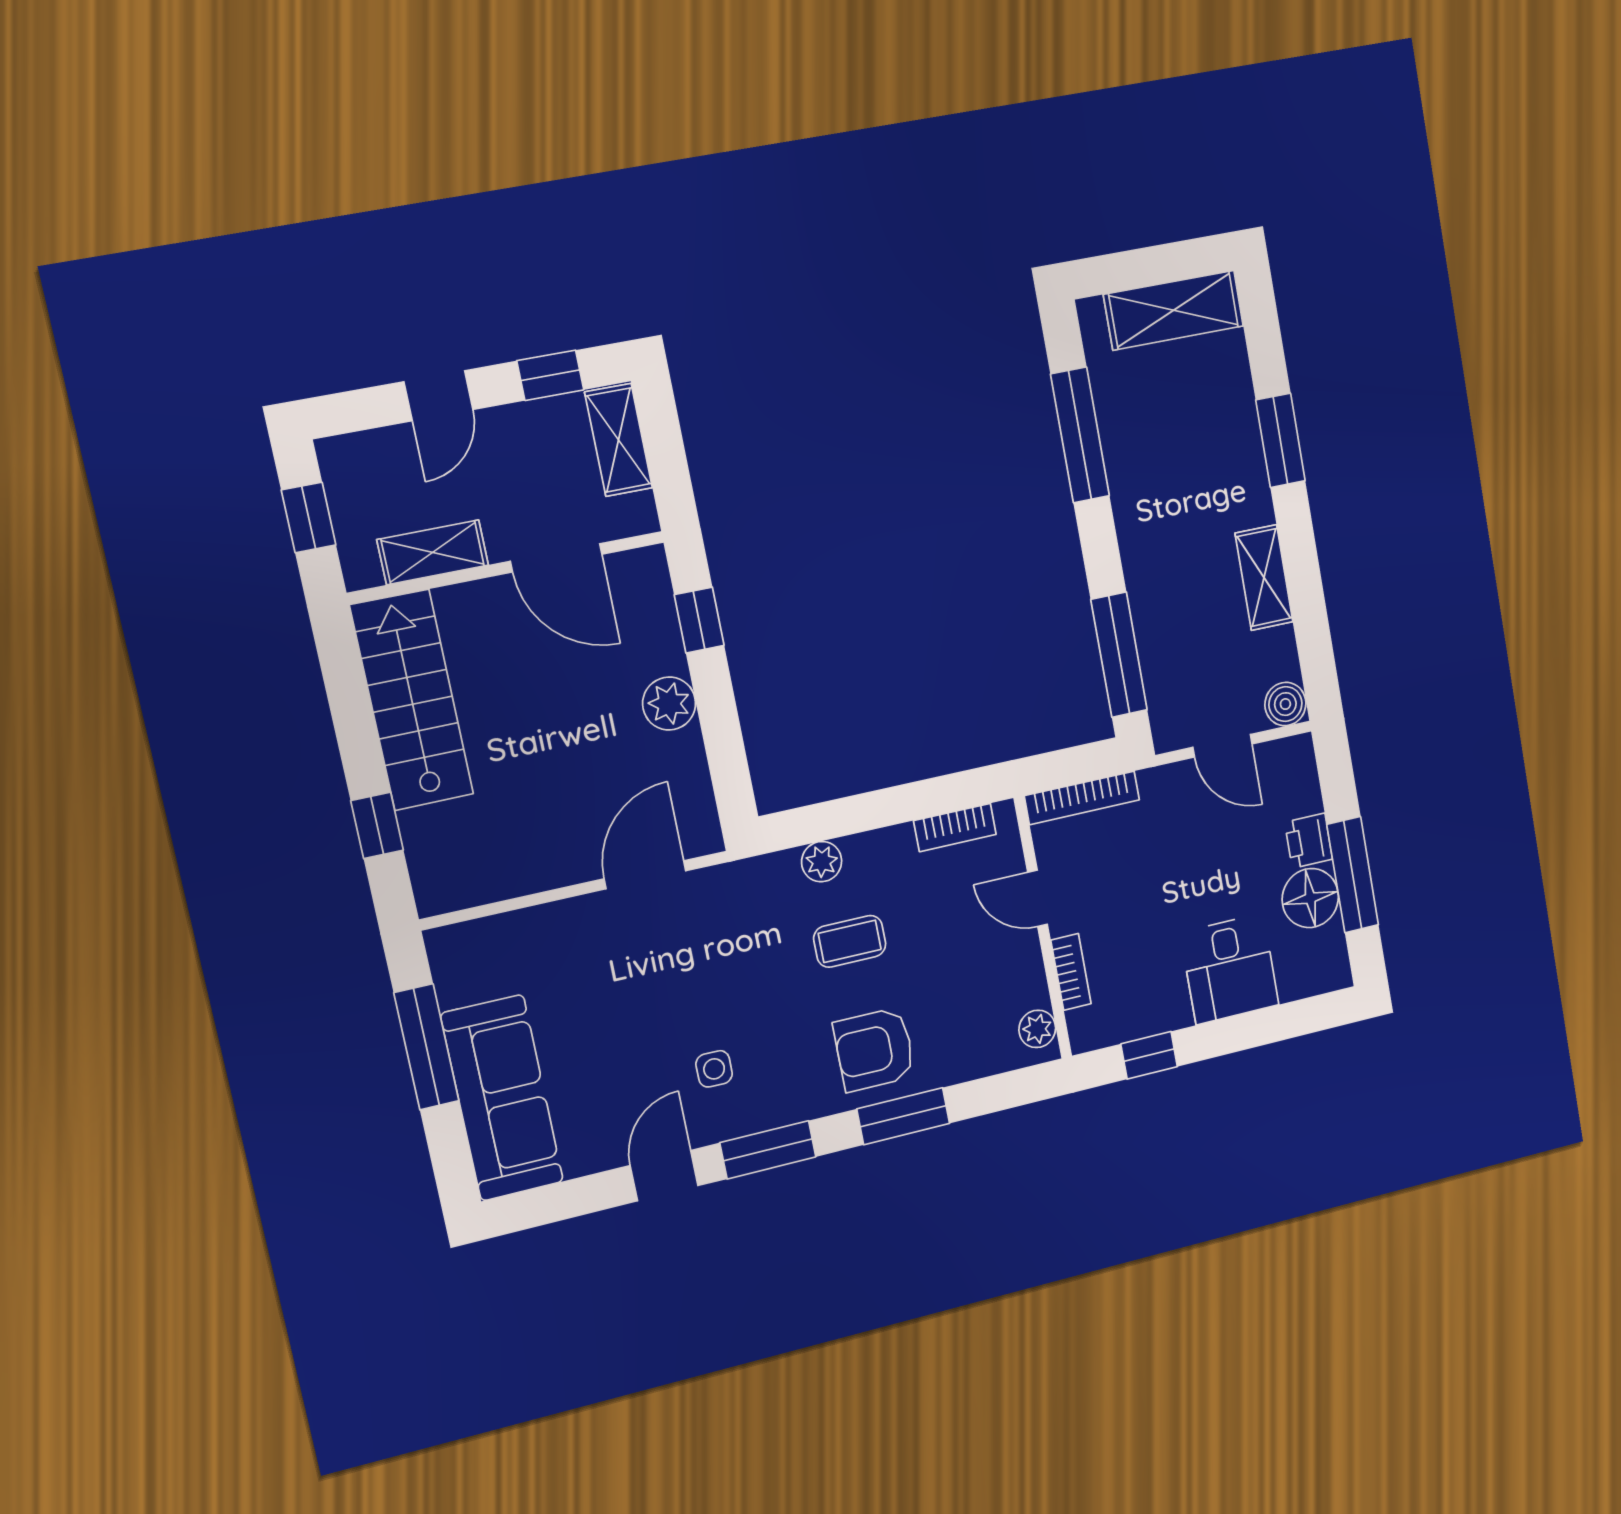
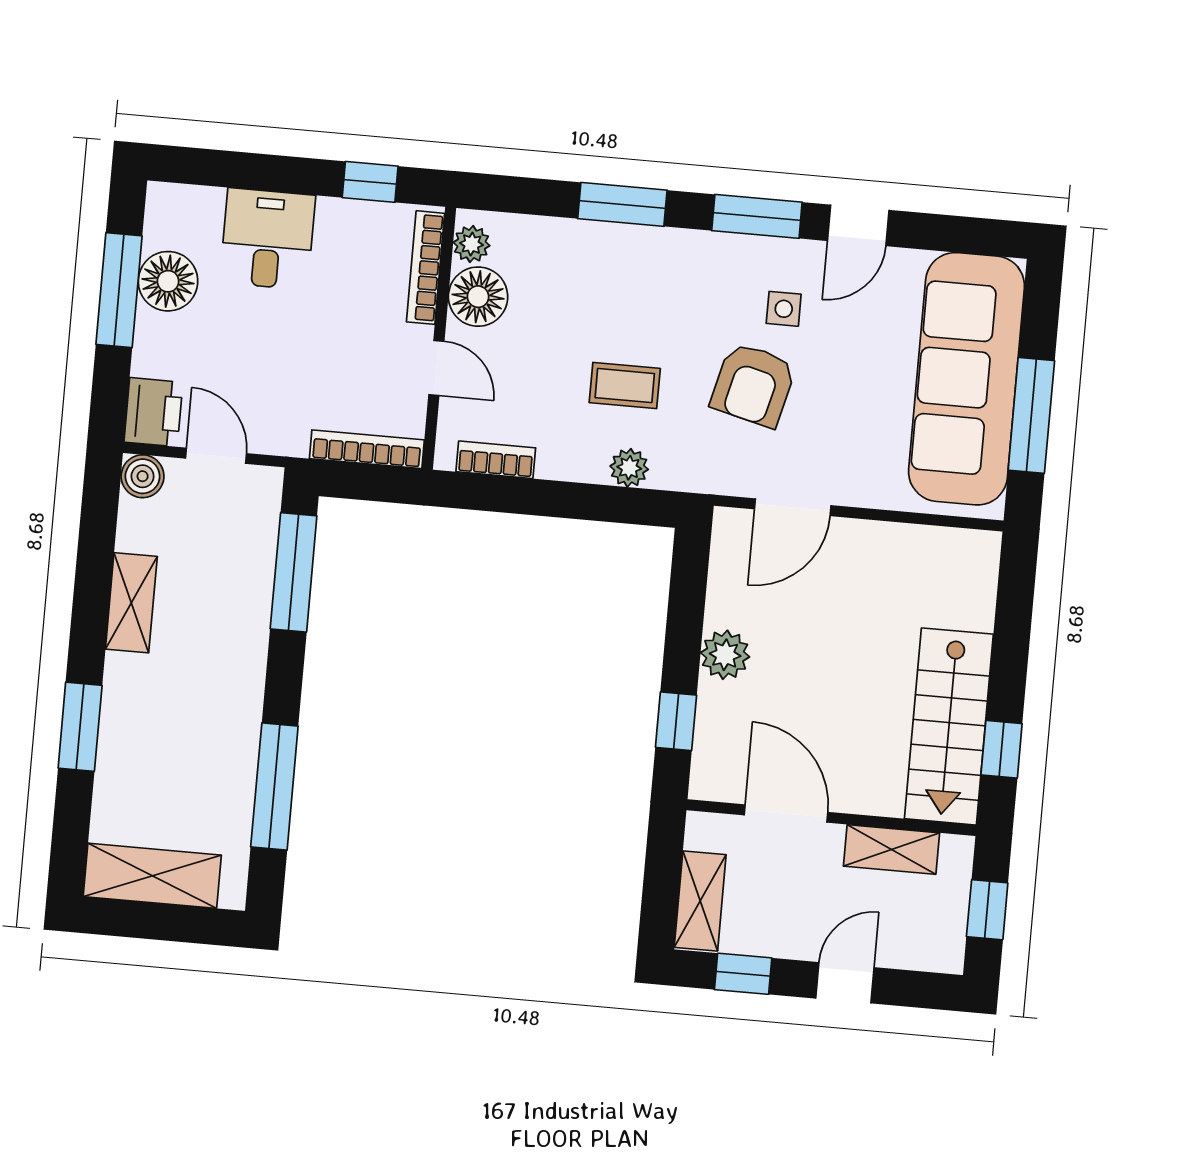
window: (377, 825) -> (1002, 749), moved
printer: (1309, 841) -> (153, 412), moved, width x1.36, depth x1.24
bookcase: (1071, 972) -> (426, 268), width x1.56
floor lamp: (1017, 981) -> (478, 297), added
armchair: (874, 1049) -> (753, 385), moved, turned 104
sofa: (502, 1098) -> (967, 379), width x1.36, depth x1.27

